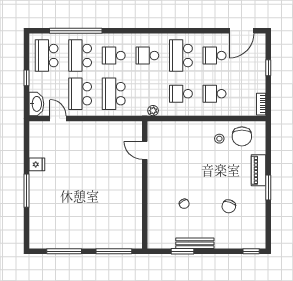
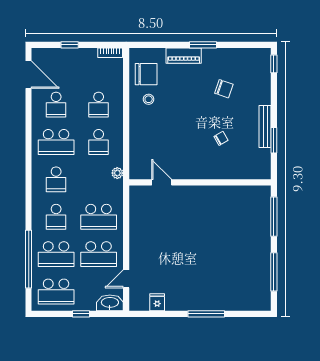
door: (145, 150) -> (162, 182), swing flipped
fridge: (37, 164) -> (157, 302), moved

